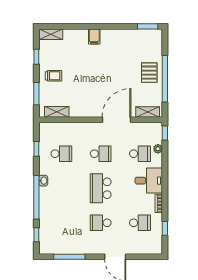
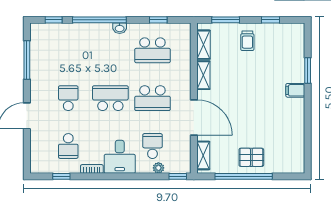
window: (148, 26) -> (308, 71), moved
shelving: (51, 34) -> (203, 75), moved
school desk: (61, 154) -> (152, 50), width x1.85
school desk: (101, 154) -> (152, 98), width x1.85
school desk: (140, 154) -> (152, 146), turned 180

